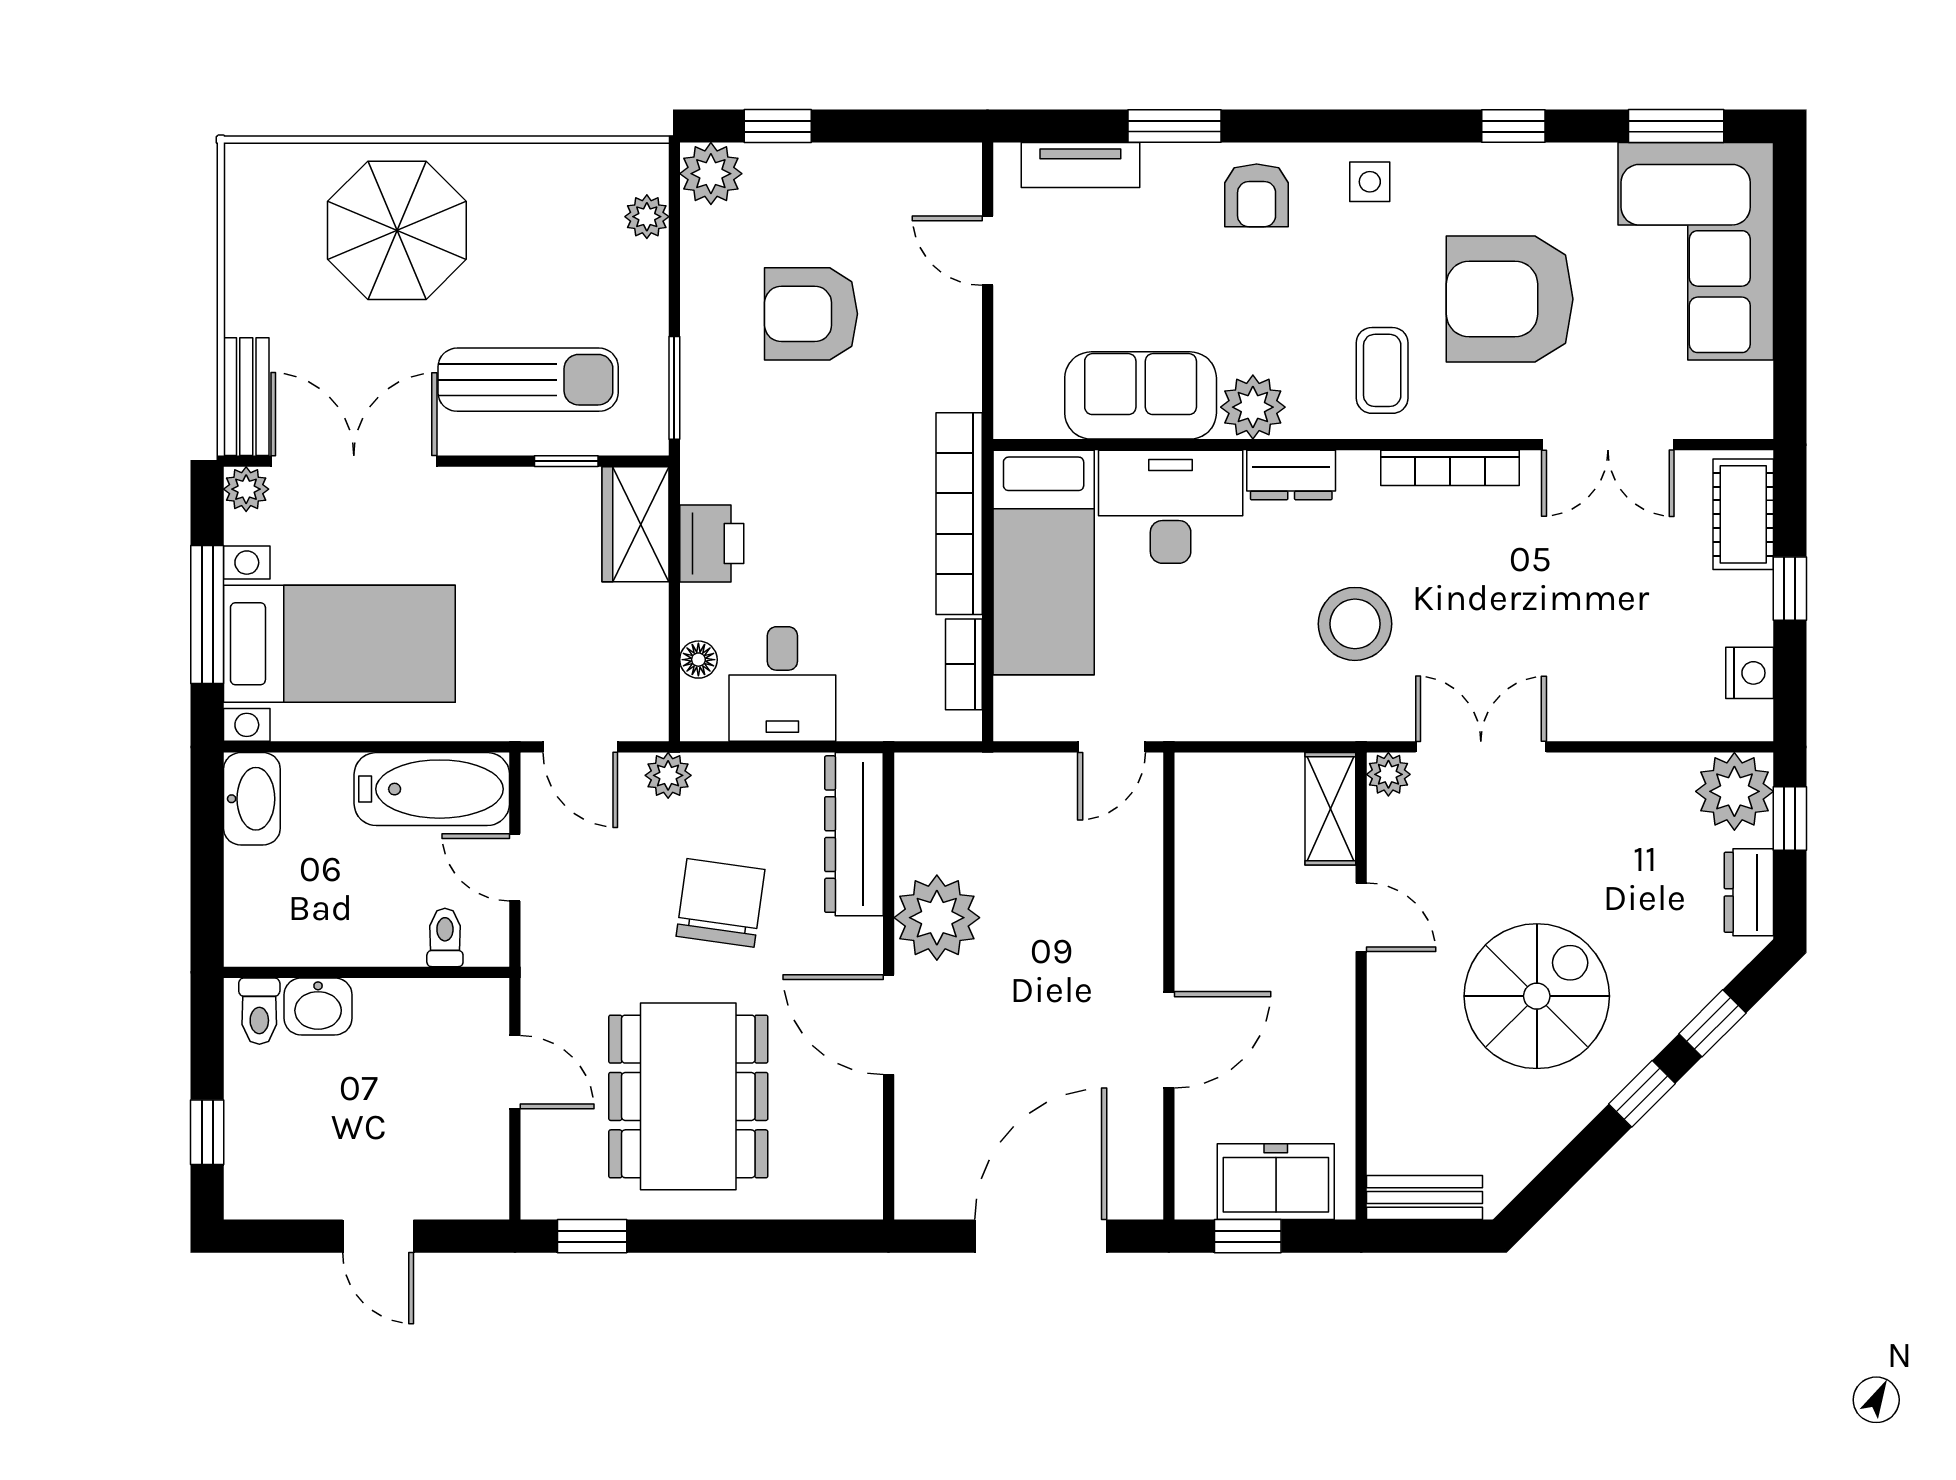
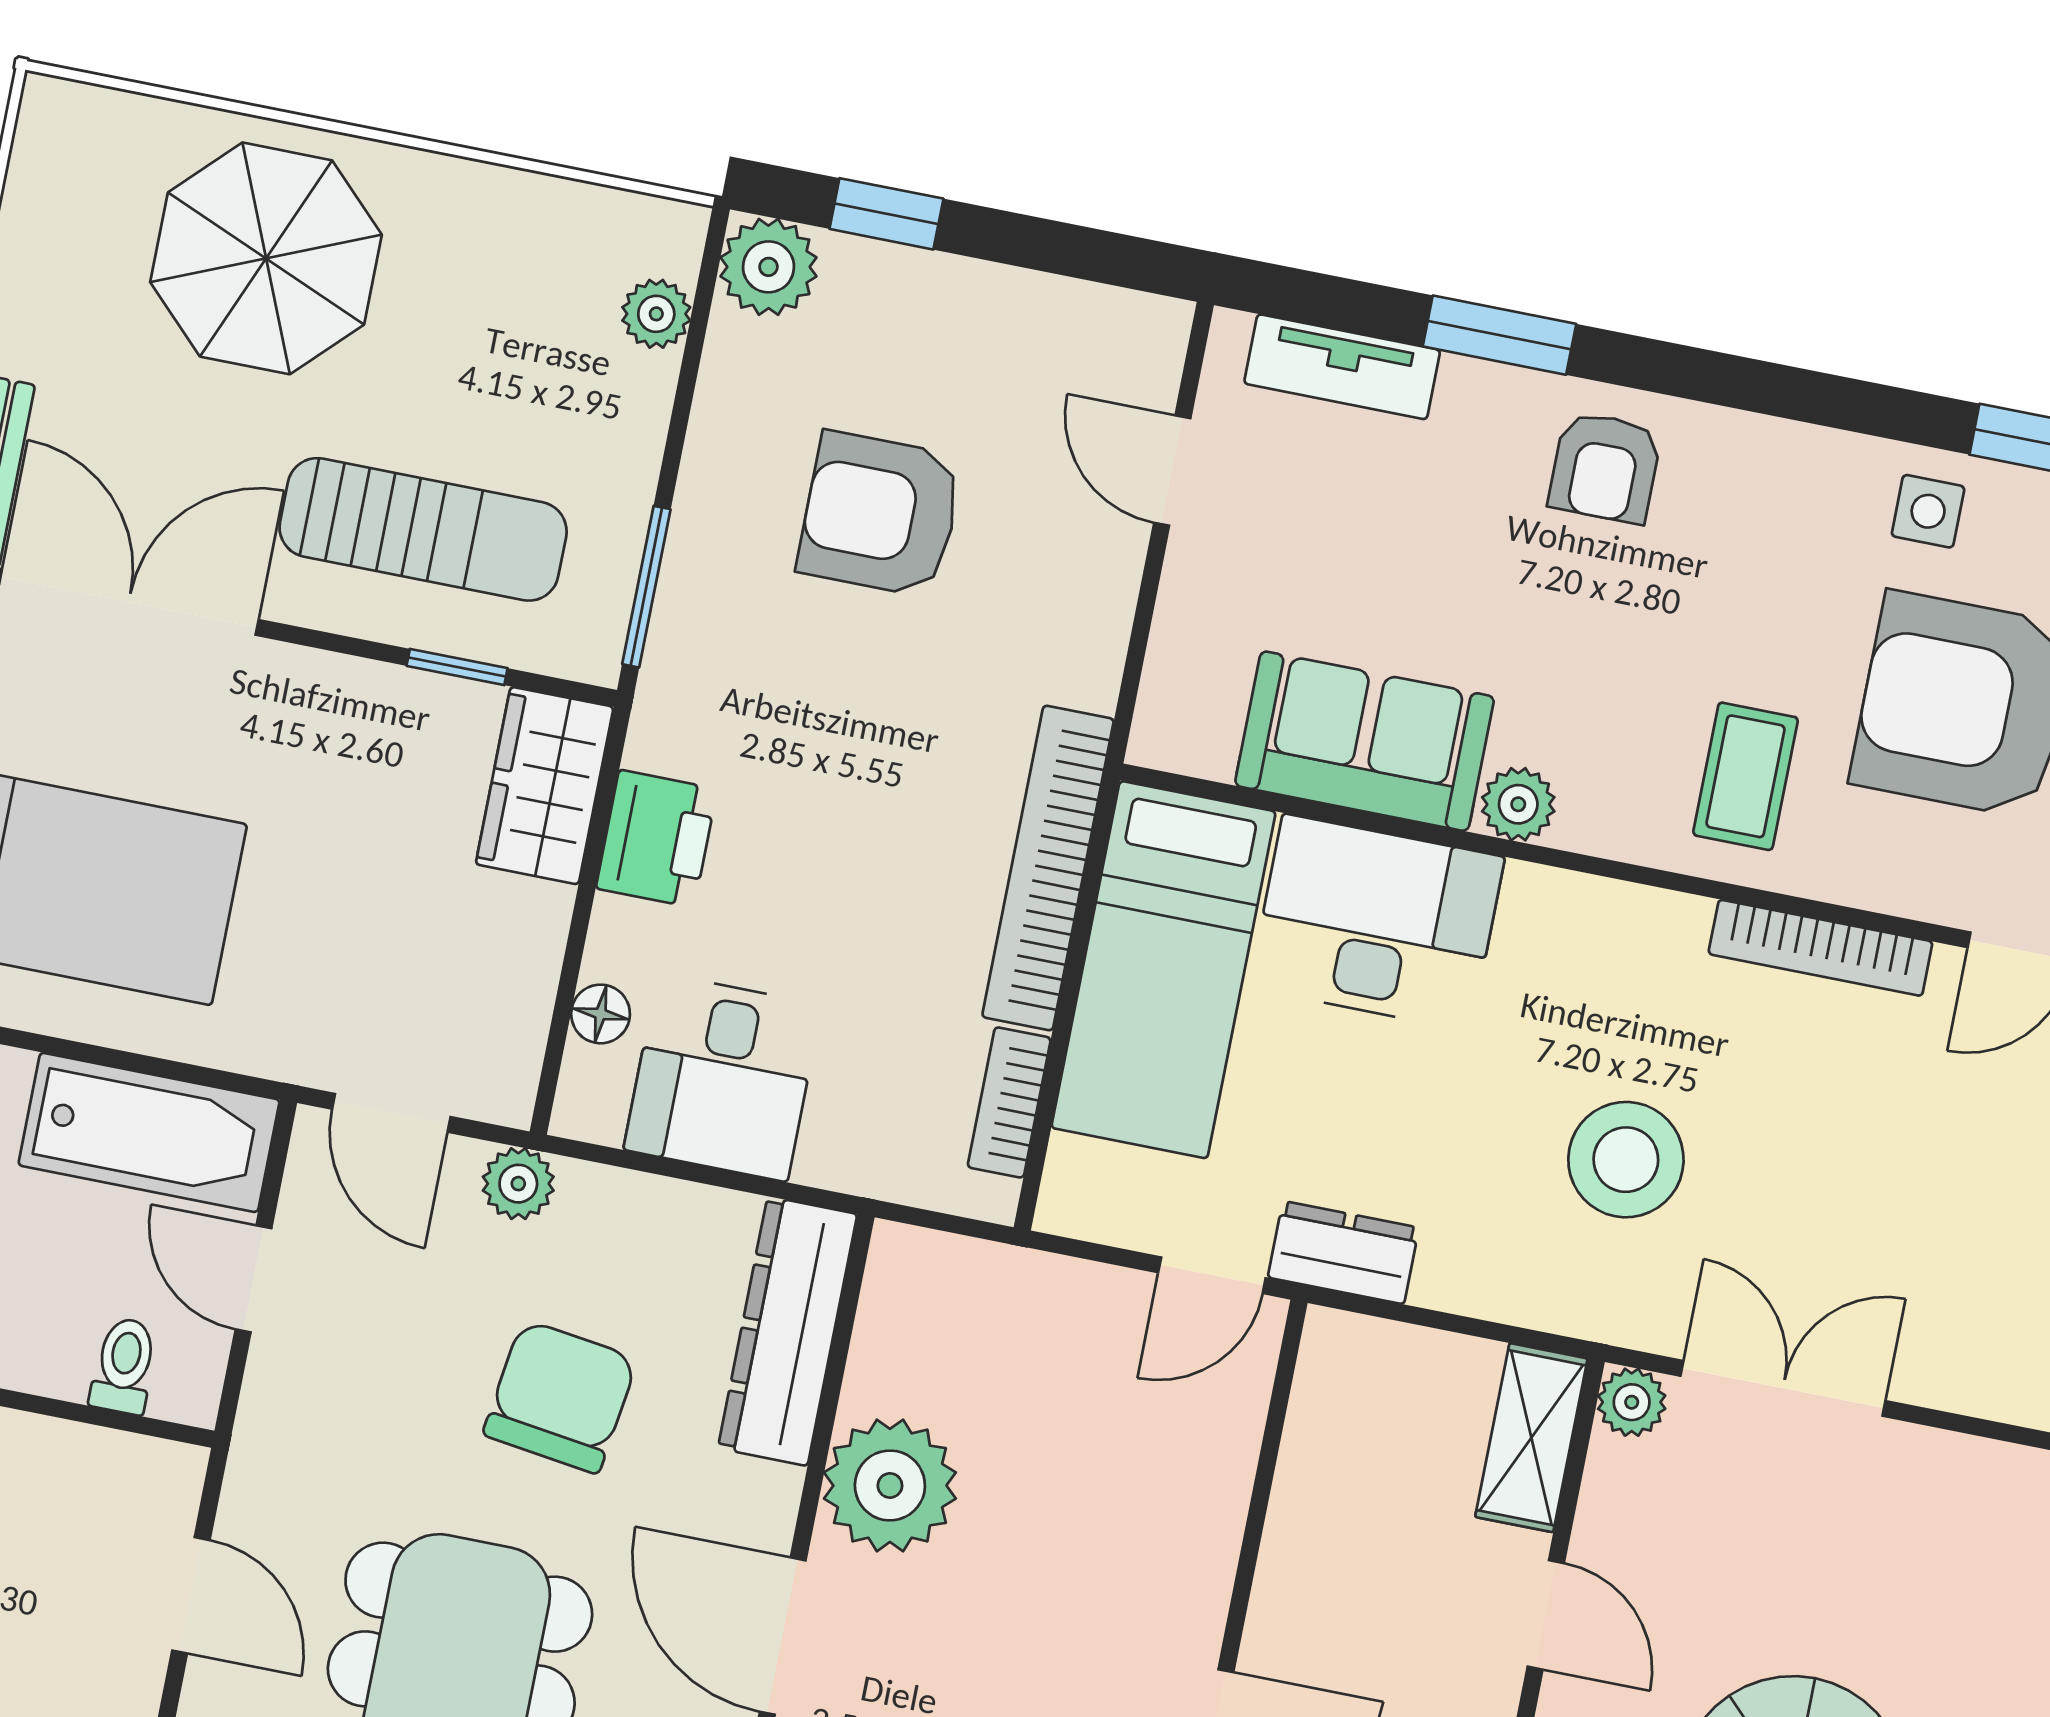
side table: (1370, 182) -> (1928, 511), moved
plant: (1253, 407) -> (1518, 804), width x0.73, depth x0.73
dresser: (1291, 475) -> (1343, 1253), moved, turned 180

